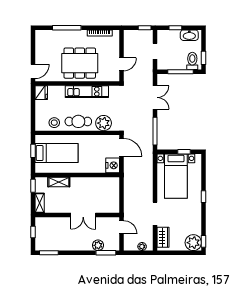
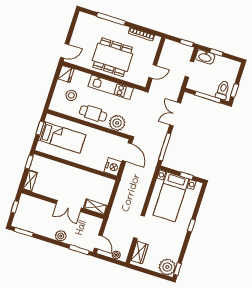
washbasin: (189, 35) -> (205, 57), moved
double door: (155, 97) -> (175, 114), swing flipped
stool: (54, 123) -> (71, 95), moved
shelving: (59, 182) -> (95, 207), moved
door: (121, 227) -> (98, 242), moved
plant: (98, 245) -> (61, 236), moved

